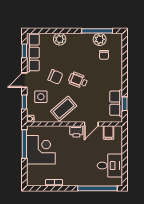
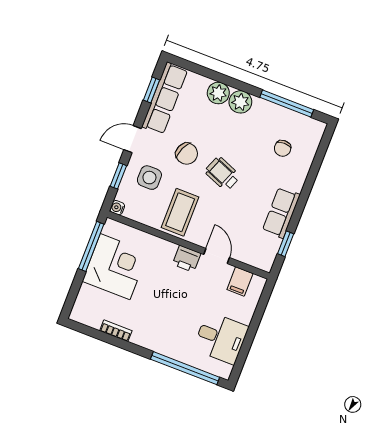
plant: (100, 39) -> (240, 102), moved
row of seats: (116, 103) -> (281, 213), moved
coffee table: (64, 109) -> (180, 212), turned -49
door: (91, 124) -> (217, 256), swing flipped

